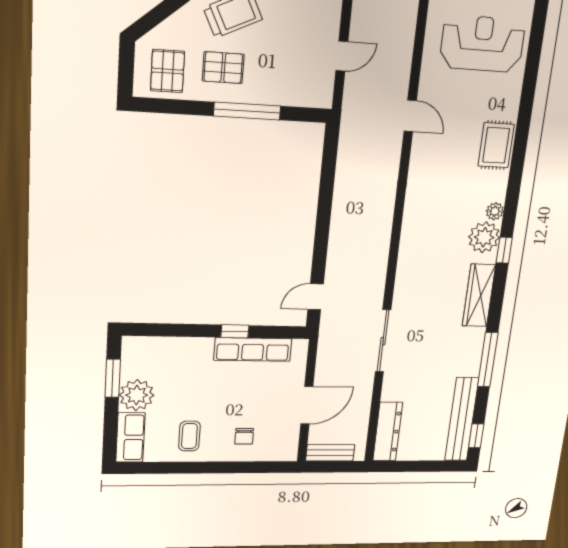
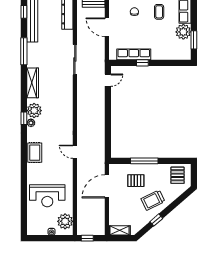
door: (342, 56) -> (107, 186), width x1.88
pallet: (223, 68) -> (136, 181), moved
door: (410, 116) -> (75, 152), moved
window: (504, 250) -> (24, 118), moved
door: (307, 405) -> (107, 27), hinge flipped

